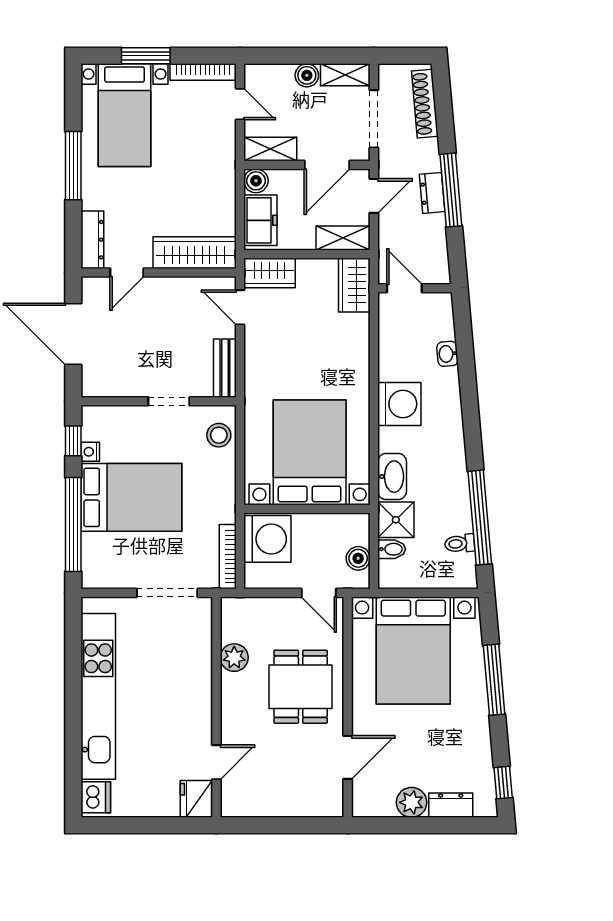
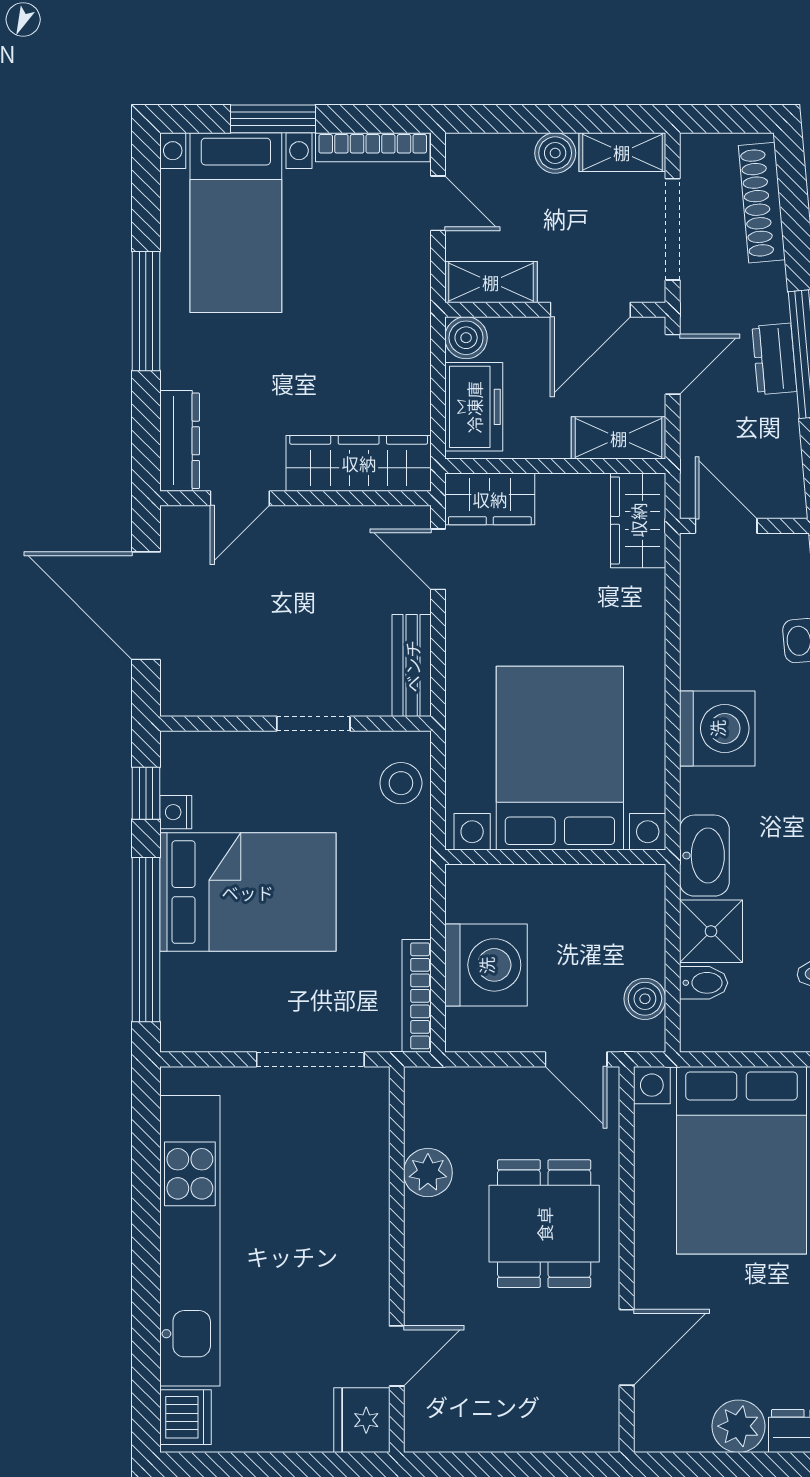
bed with nightstands: (310, 452) -> (560, 758), moved
wall: (307, 509) -> (555, 857), moved

